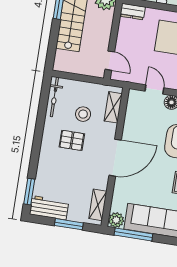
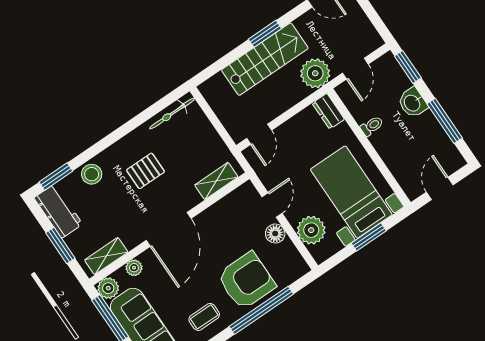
stool: (83, 114) -> (92, 174), moved
pallet: (72, 140) -> (146, 171), turned 90
door: (115, 158) -> (169, 229), hinge flipped
plant: (118, 196) -> (134, 268), added

